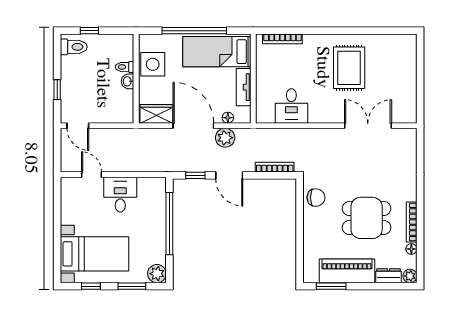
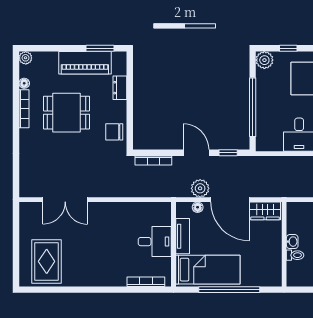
side table: (153, 64) -> (268, 258), removed
rug: (349, 68) -> (47, 261), moved
desk: (291, 106) -> (155, 242), moved, turned 90
dresser: (389, 276) -> (120, 88), moved, turned 90
window: (132, 286) -> (288, 48), width x0.67

